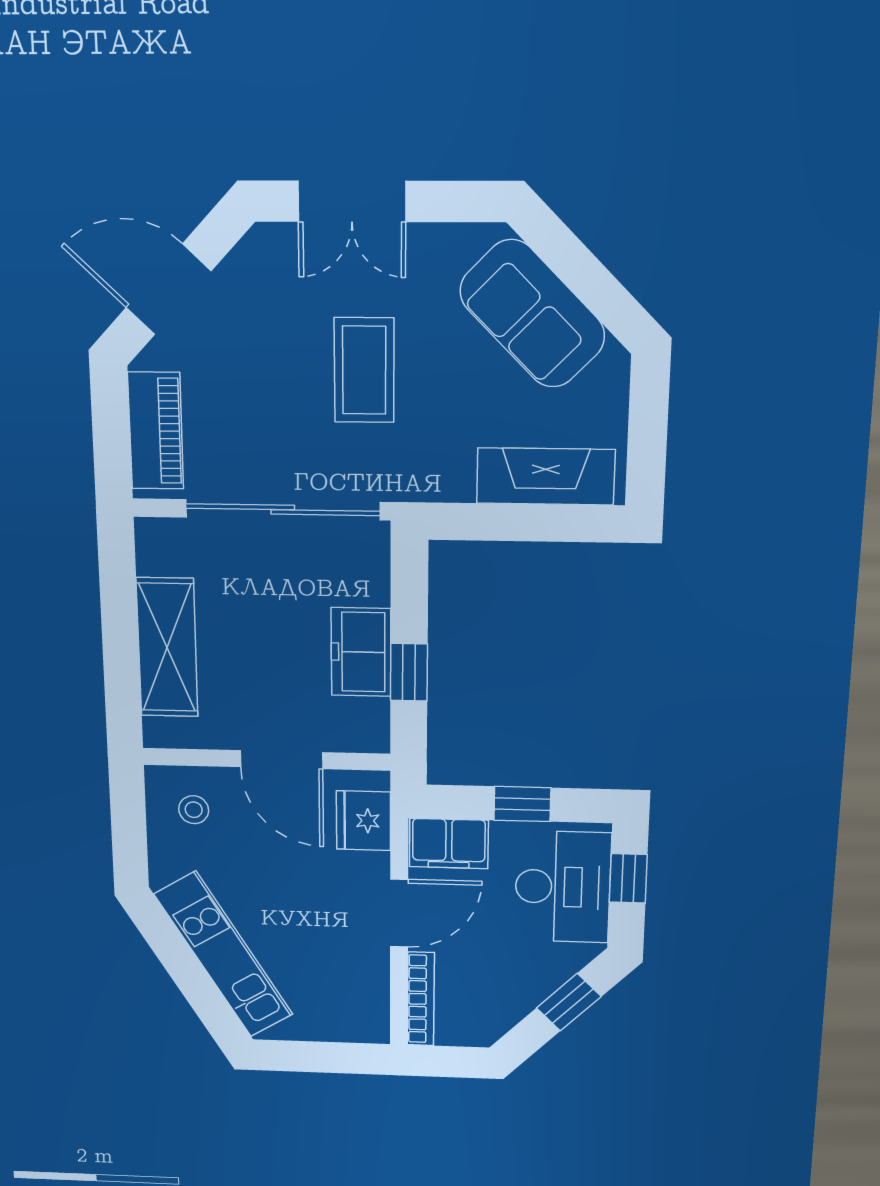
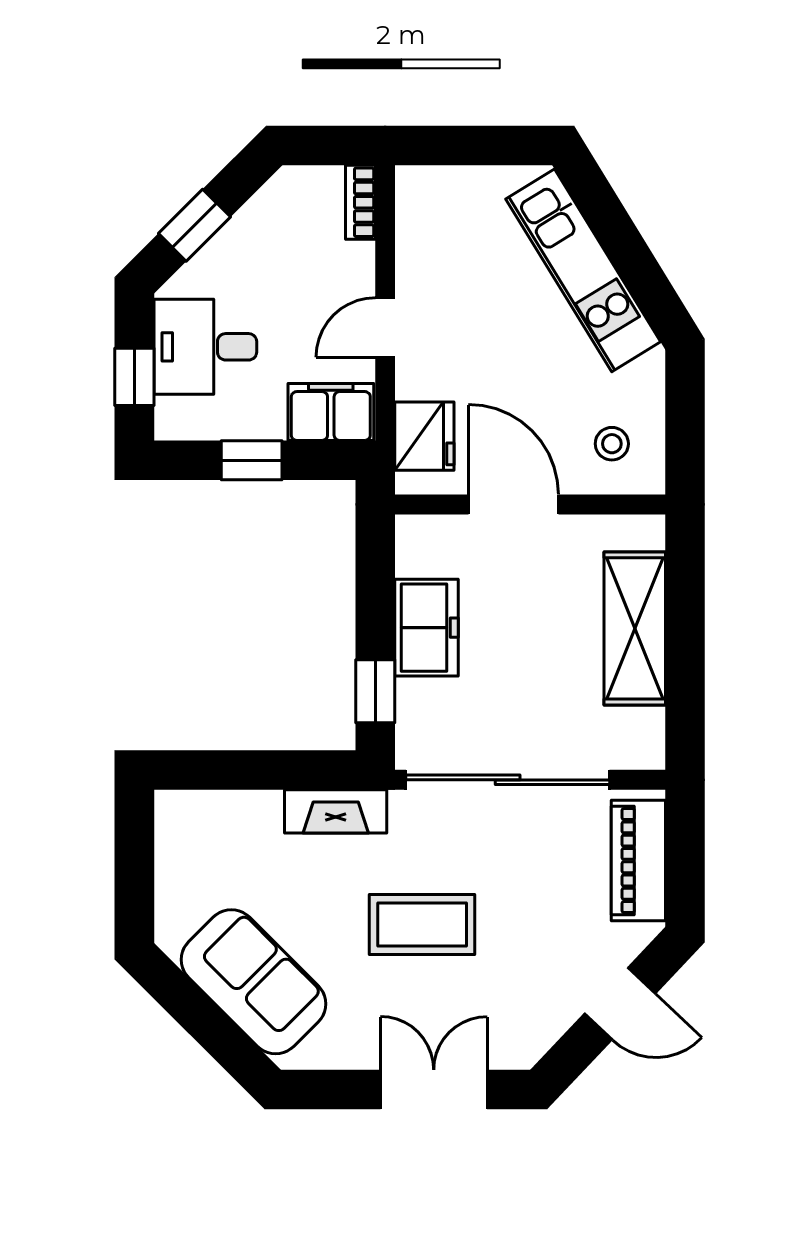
door: (168, 289) -> (620, 1004), width x0.73
coffee table: (364, 370) -> (422, 924), turned 90
fireplace: (546, 476) -> (336, 811), moved, width x0.73, depth x0.76
window: (409, 672) -> (375, 691), moved
desk: (563, 887) -> (205, 347), width x0.73
door: (399, 913) -> (385, 327), width x0.73
bookcase: (421, 999) -> (360, 202), width x0.64

